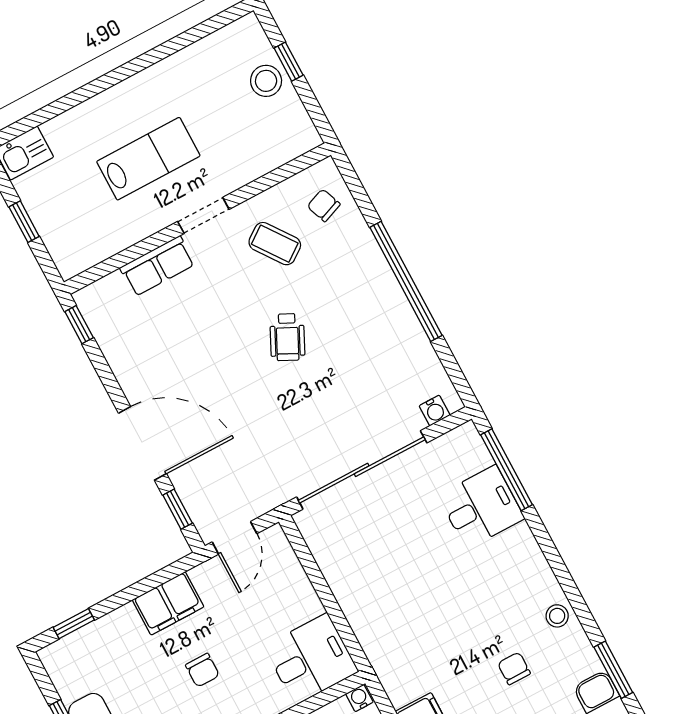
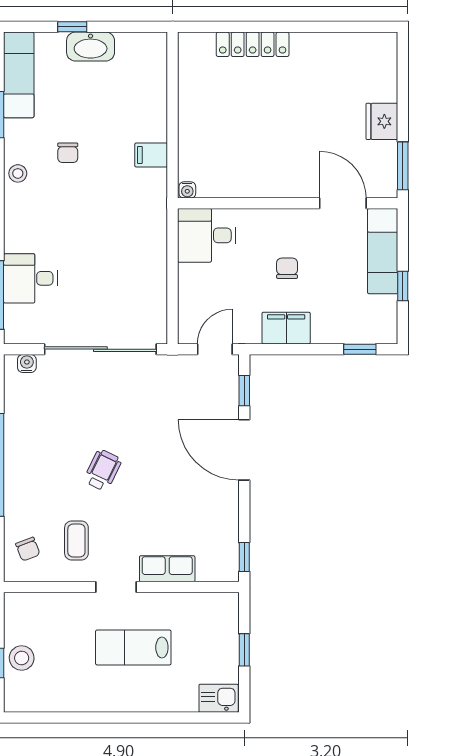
coffee table: (275, 244) -> (76, 541), turned 36

